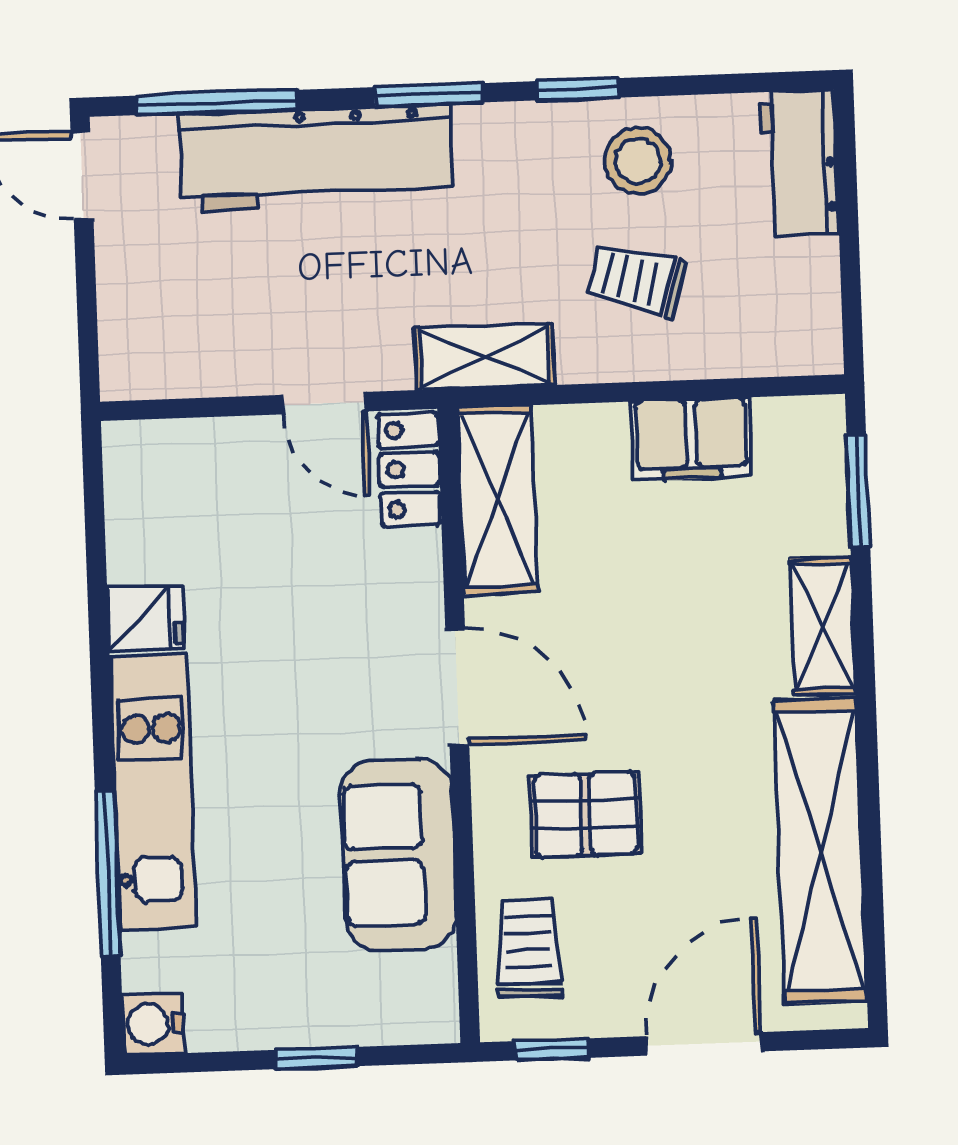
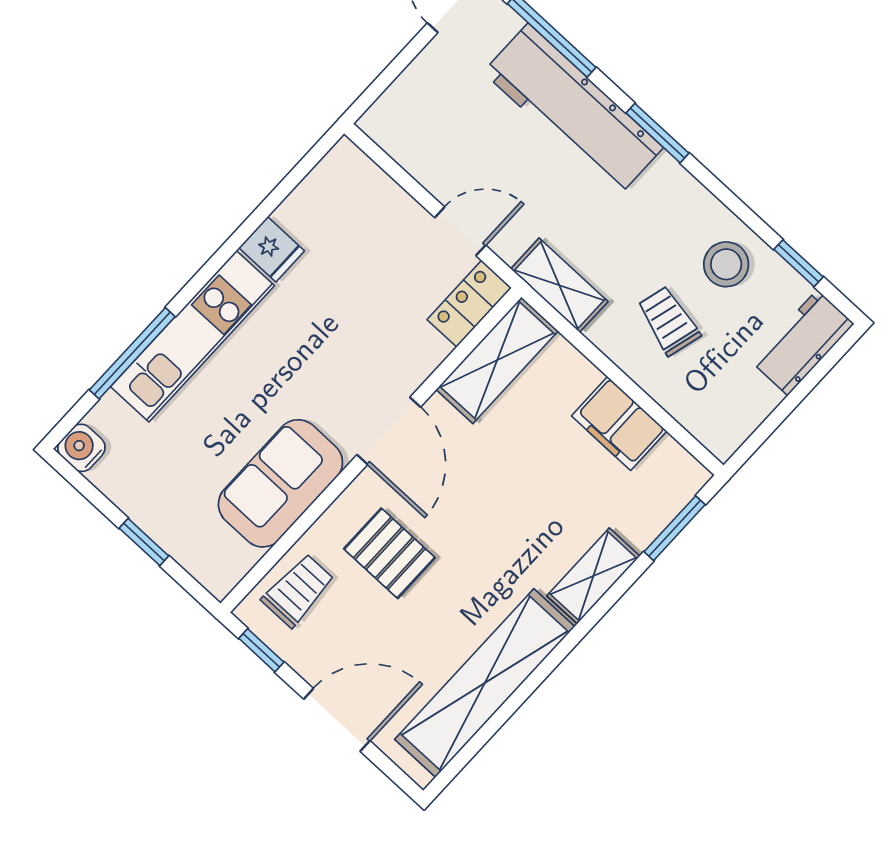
window: (577, 89) -> (799, 263), moved
door: (324, 403) -> (460, 231), swing flipped

